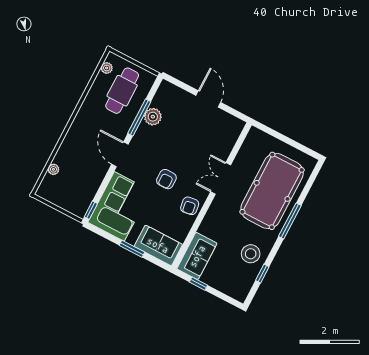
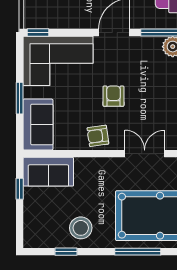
armchair: (166, 179) -> (113, 96), turned 90

